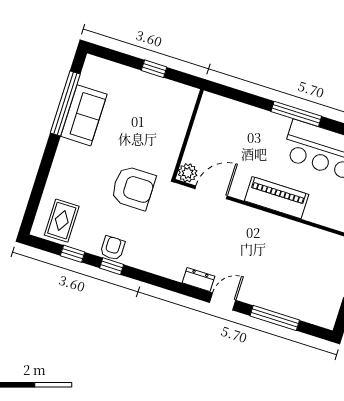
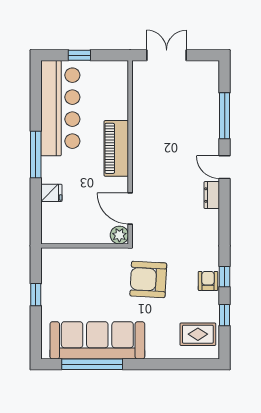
sofa: (84, 115) -> (97, 340), width x1.85, depth x1.27
fridge: (252, 117) -> (51, 193), added
armchair: (133, 188) -> (148, 279), turned -87
armchair: (113, 248) -> (208, 281), turned 90

